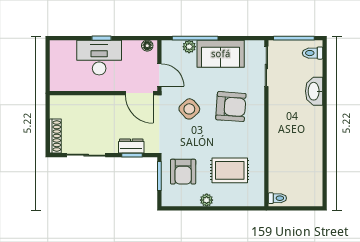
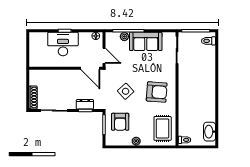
washbasin: (314, 91) -> (210, 132), moved
armchair: (231, 107) -> (157, 92), moved
side table: (189, 109) -> (126, 91), moved
rug: (230, 170) -> (163, 128), moved, turned 90

